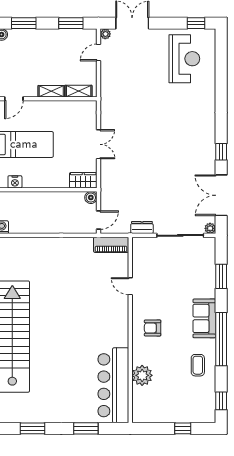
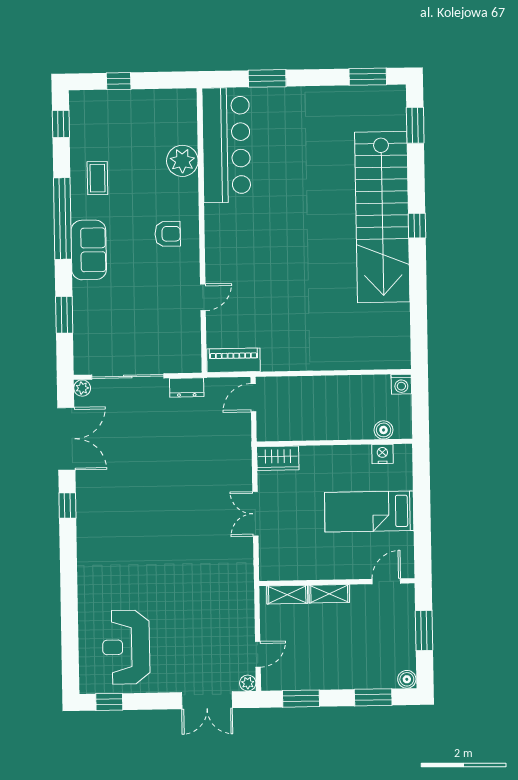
boiler: (91, 198) -> (384, 430), moved
door: (130, 286) -> (203, 297), hinge flipped
window: (33, 428) -> (368, 77), moved

